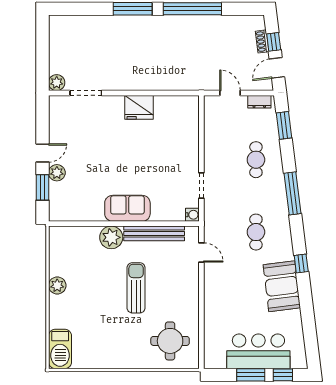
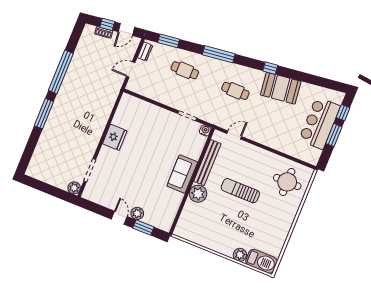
door: (277, 68) -> (126, 29), hinge flipped
plant: (57, 285) -> (240, 255), moved

